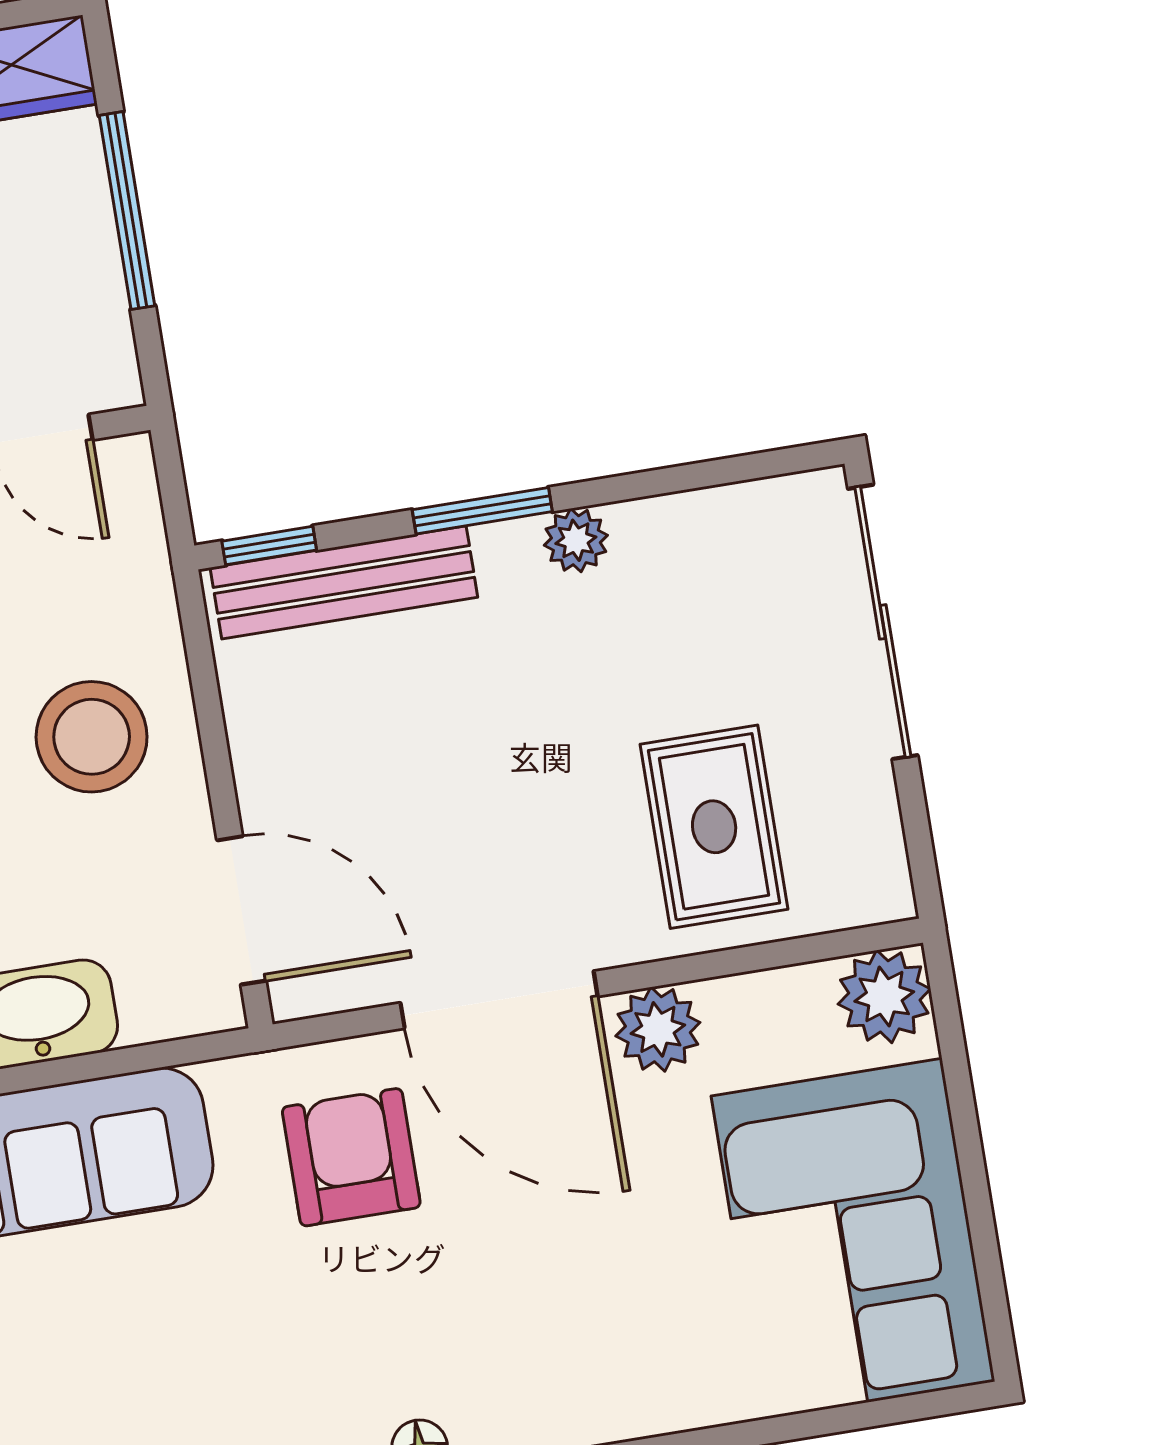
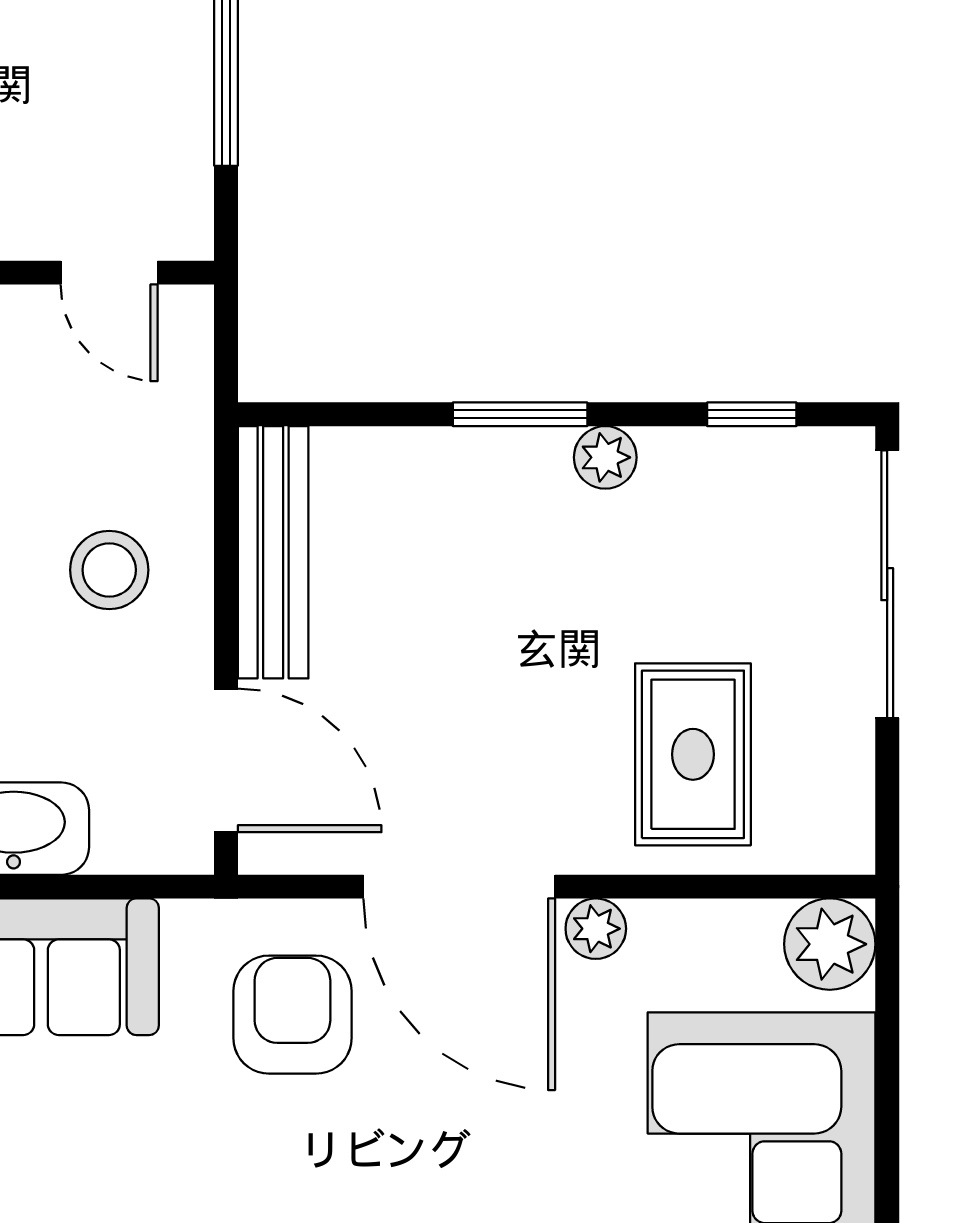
window: (269, 546) -> (752, 414), moved
bench: (344, 582) -> (273, 552), moved, turned 90
stool: (92, 737) -> (109, 570), width x0.73, depth x0.73
plant: (658, 1029) -> (596, 929), width x0.73, depth x0.73

